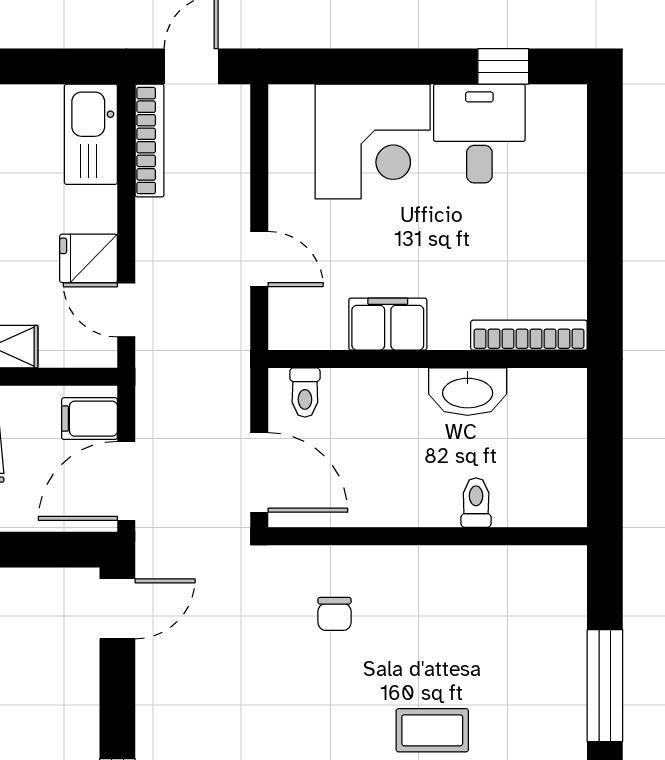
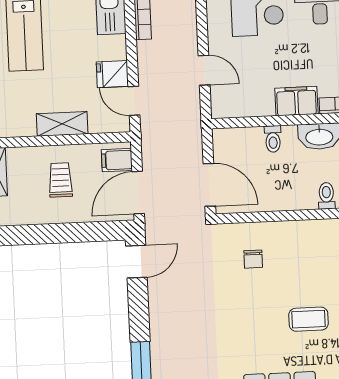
filing cabinet: (388, 324) -> (296, 101), moved
toilet: (305, 392) -> (273, 139), moved

